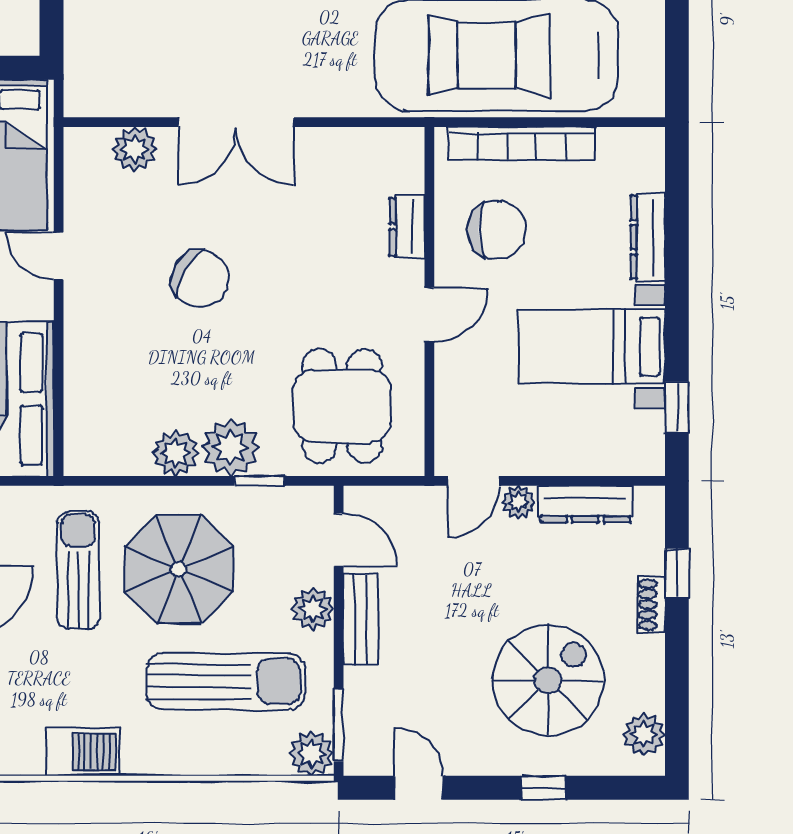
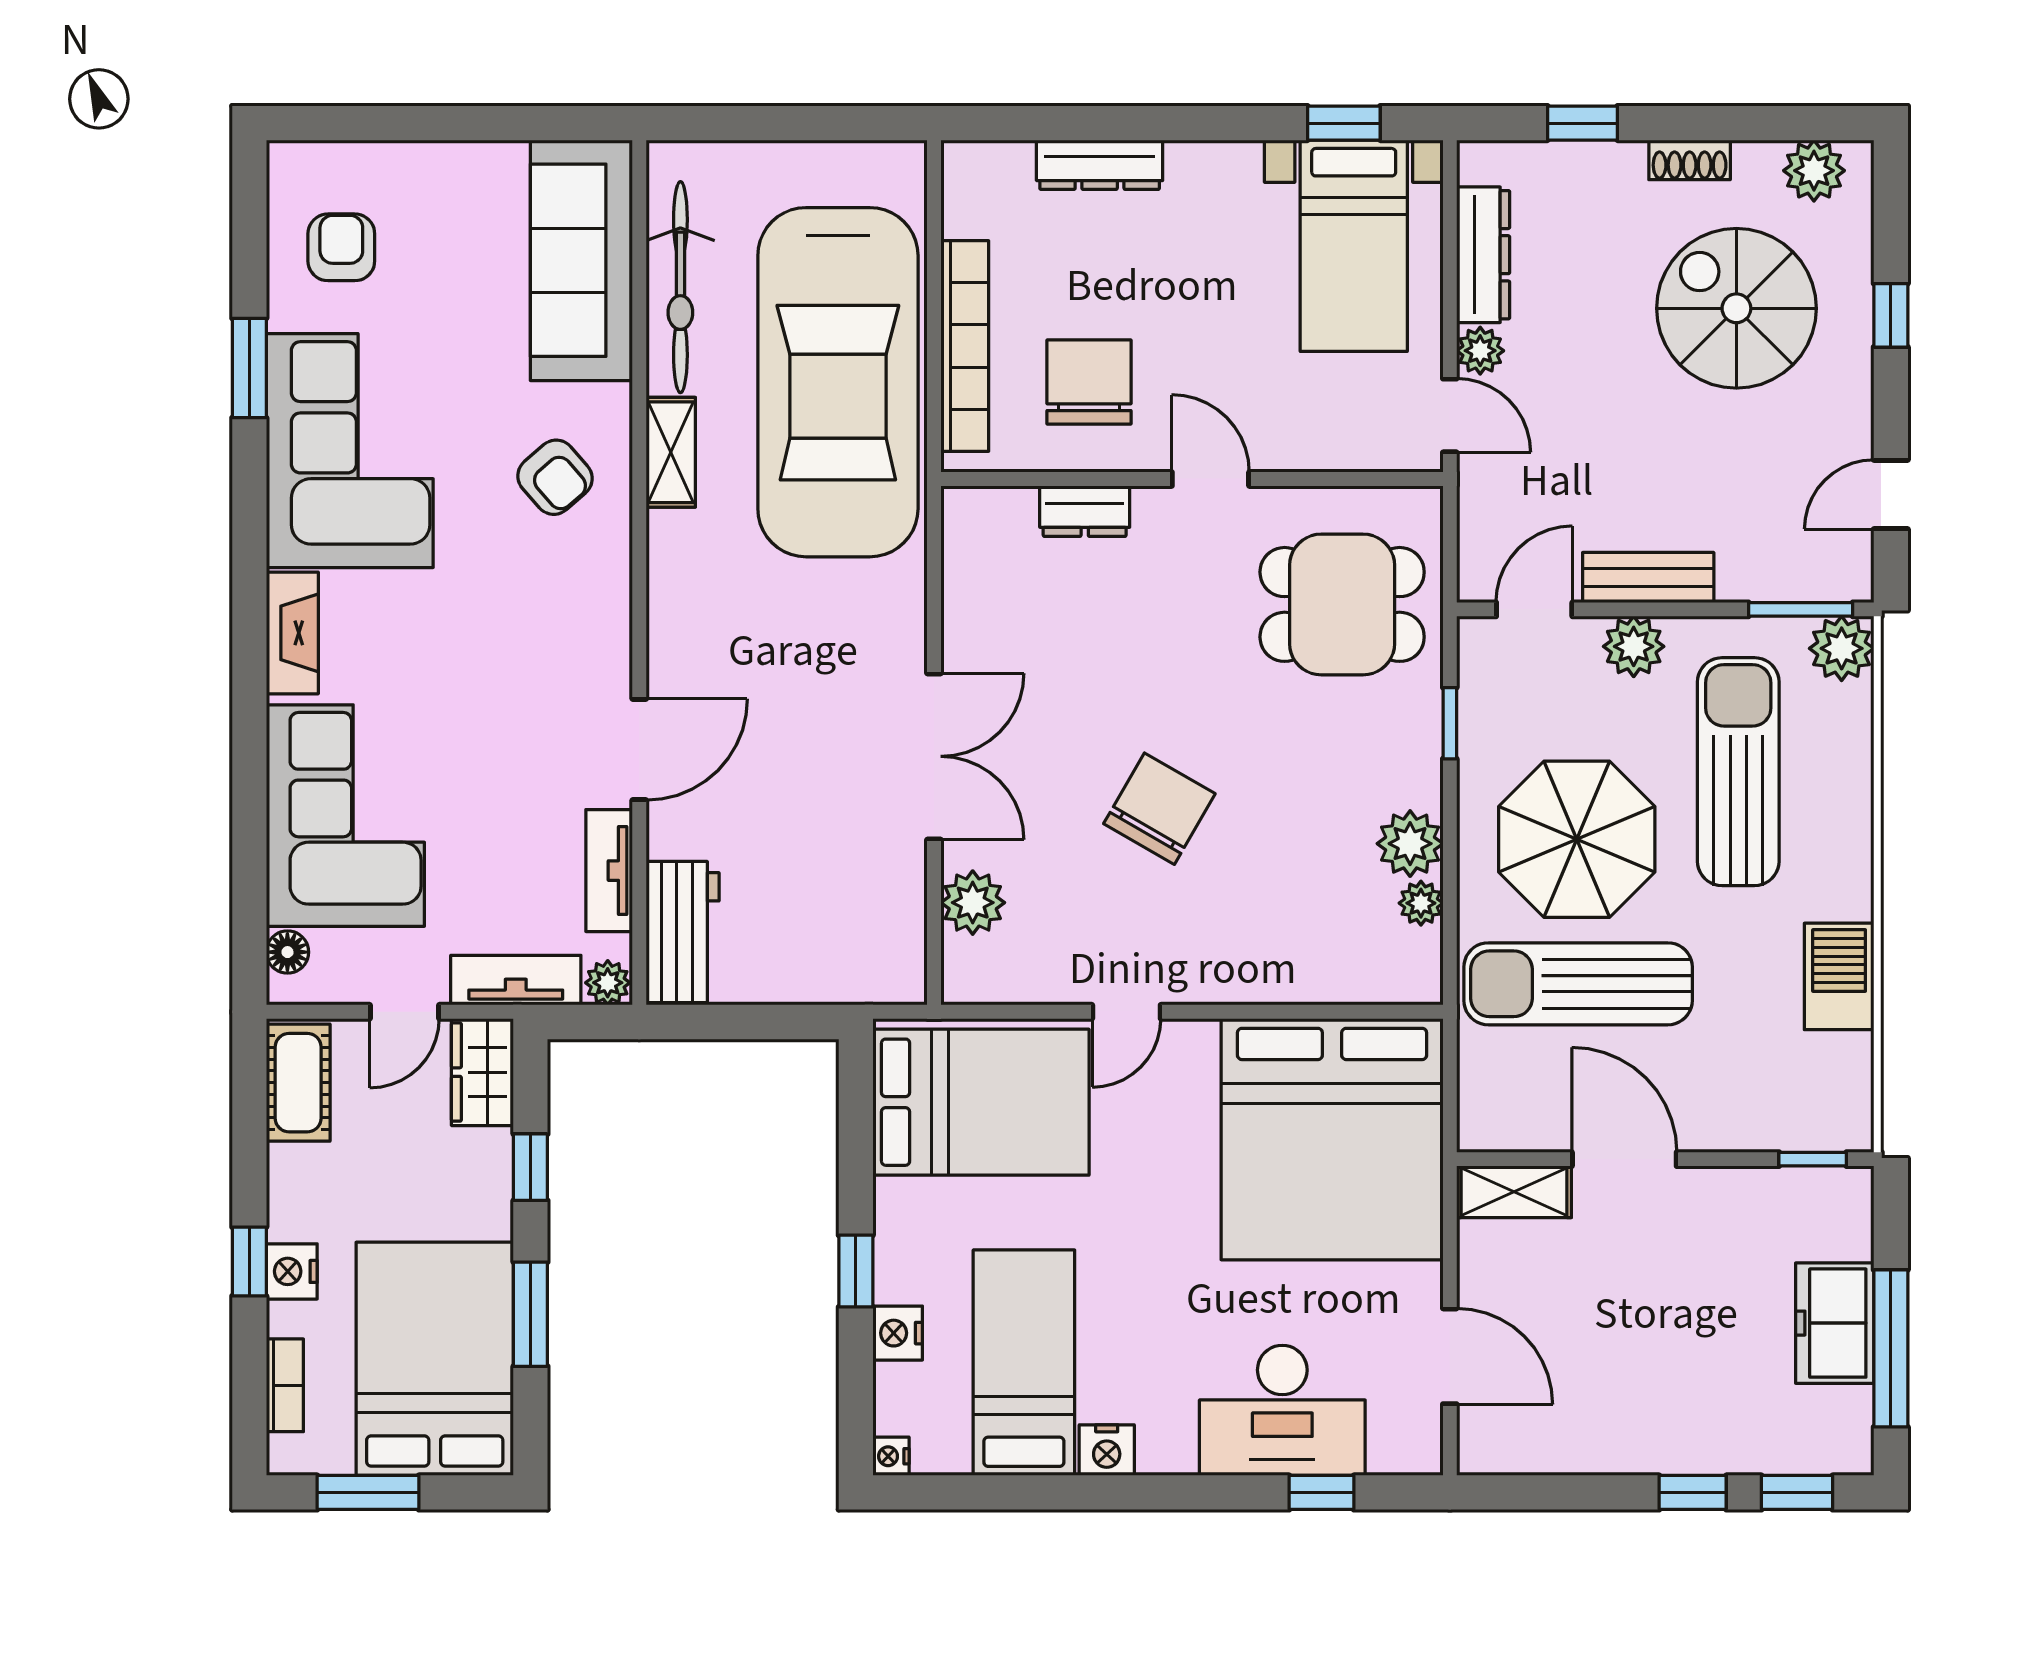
bed with nightstands: (592, 346) -> (1354, 246), moved
plant: (231, 447) -> (1421, 903), moved, width x0.53, depth x0.53
sun lounger: (78, 570) -> (1578, 984), width x1.36, depth x1.34
shoe rack: (651, 605) -> (1690, 160), moved

